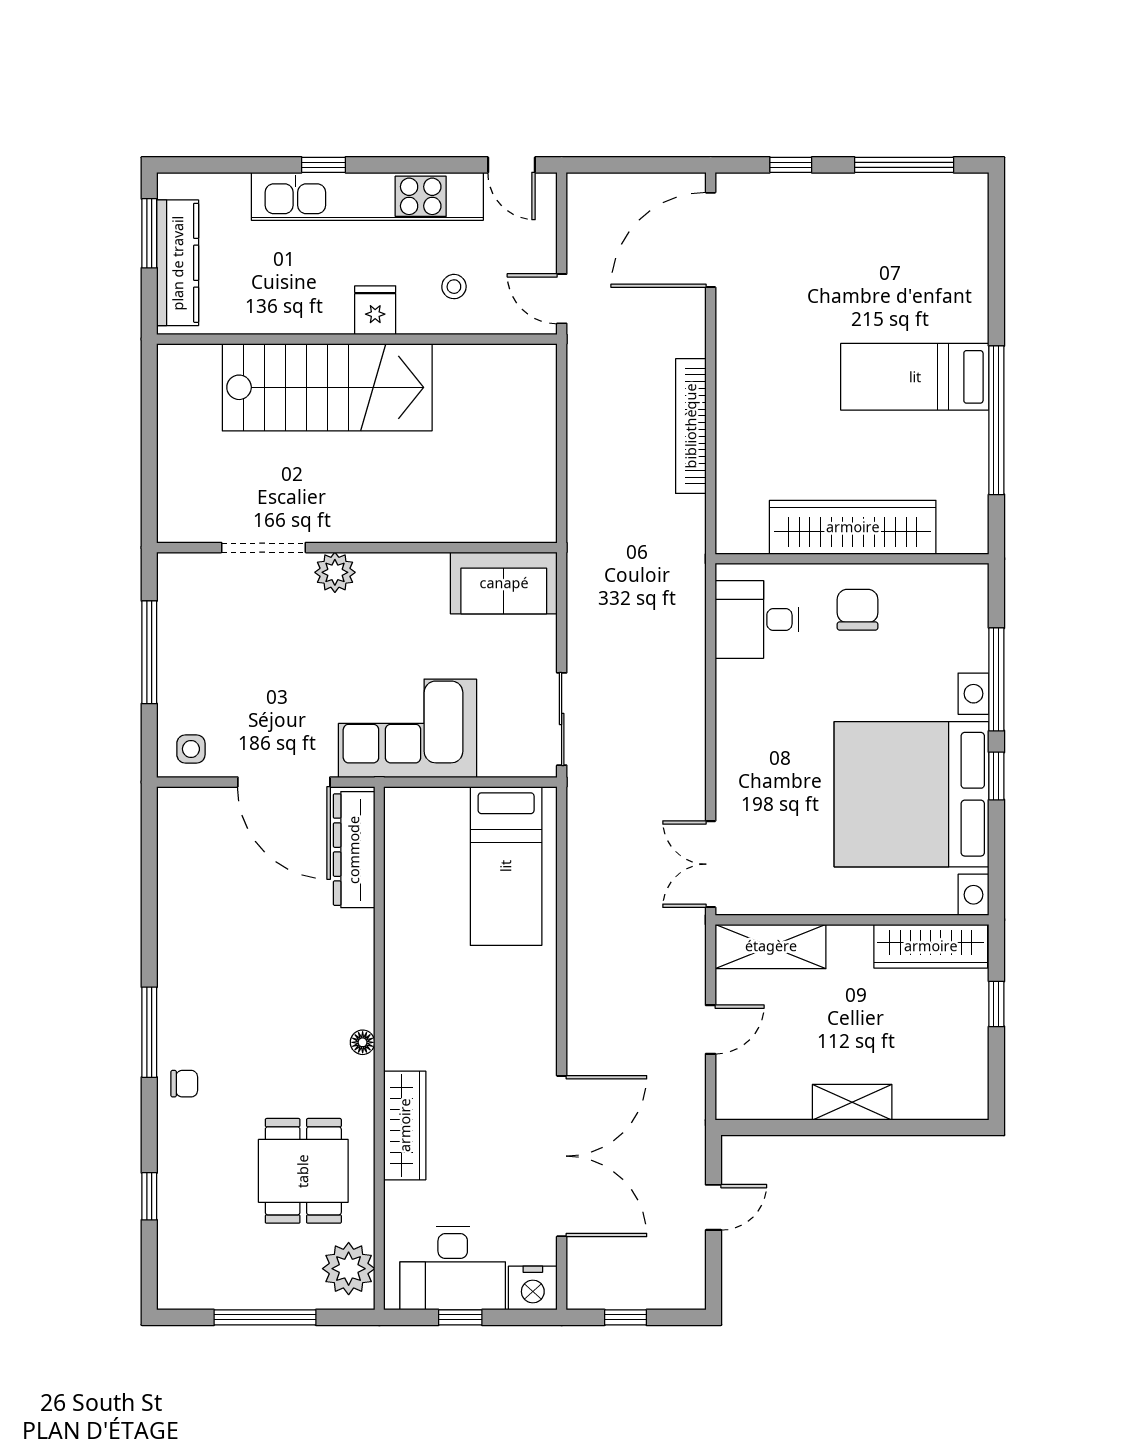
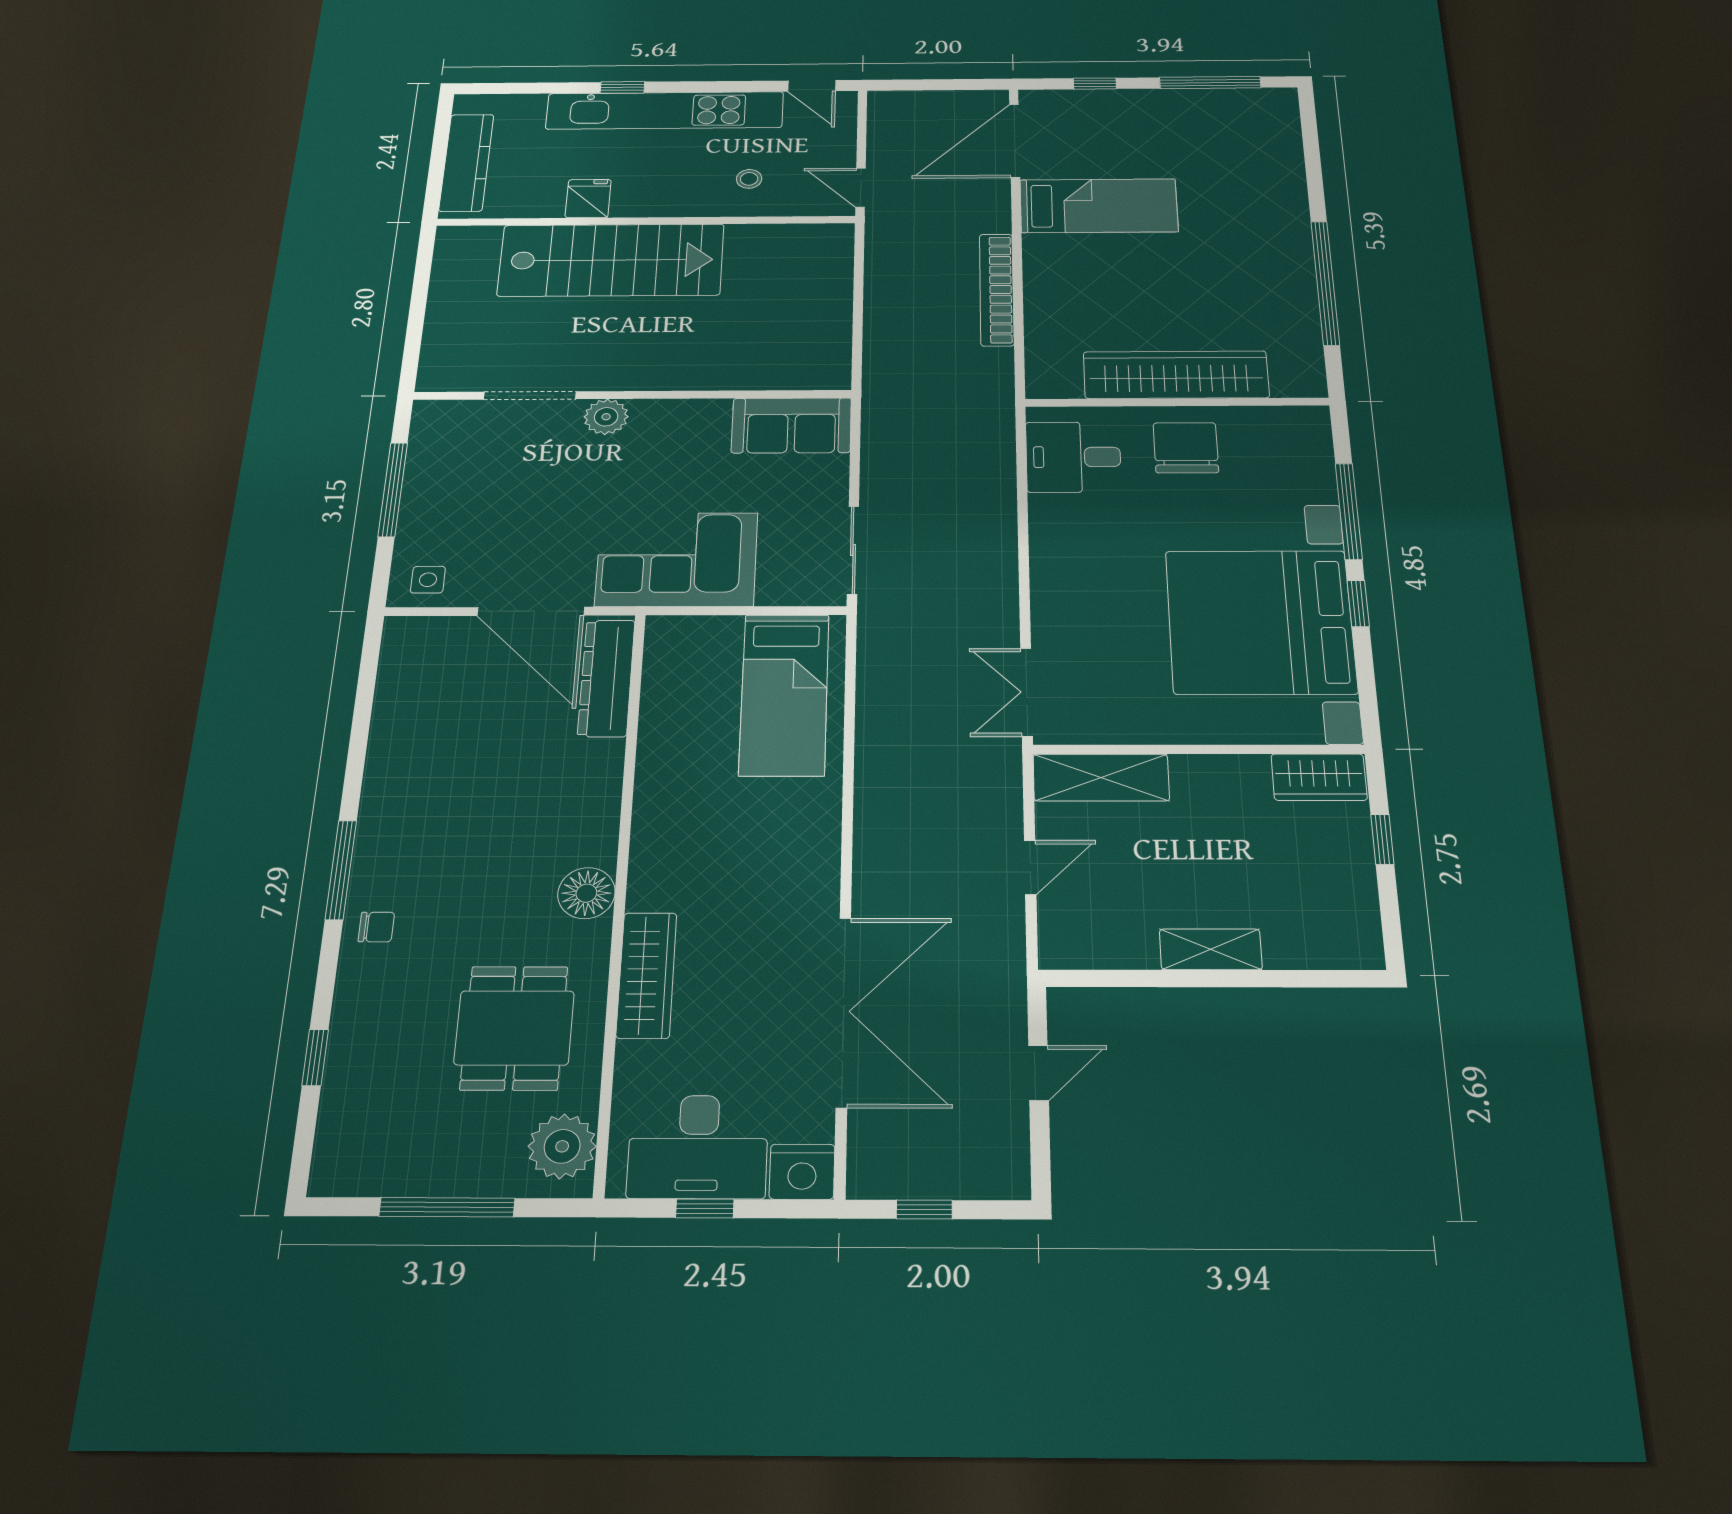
window: (149, 233) -> (441, 140), removed
fridge: (375, 310) -> (588, 199), moved
bed: (915, 377) -> (1099, 206), moved, turned 180
chair: (858, 610) -> (1186, 448), width x1.37, depth x1.37
wardrobe: (931, 946) -> (1319, 777), width x0.67
floor lamp: (363, 1042) -> (586, 893), width x1.89, depth x1.89

